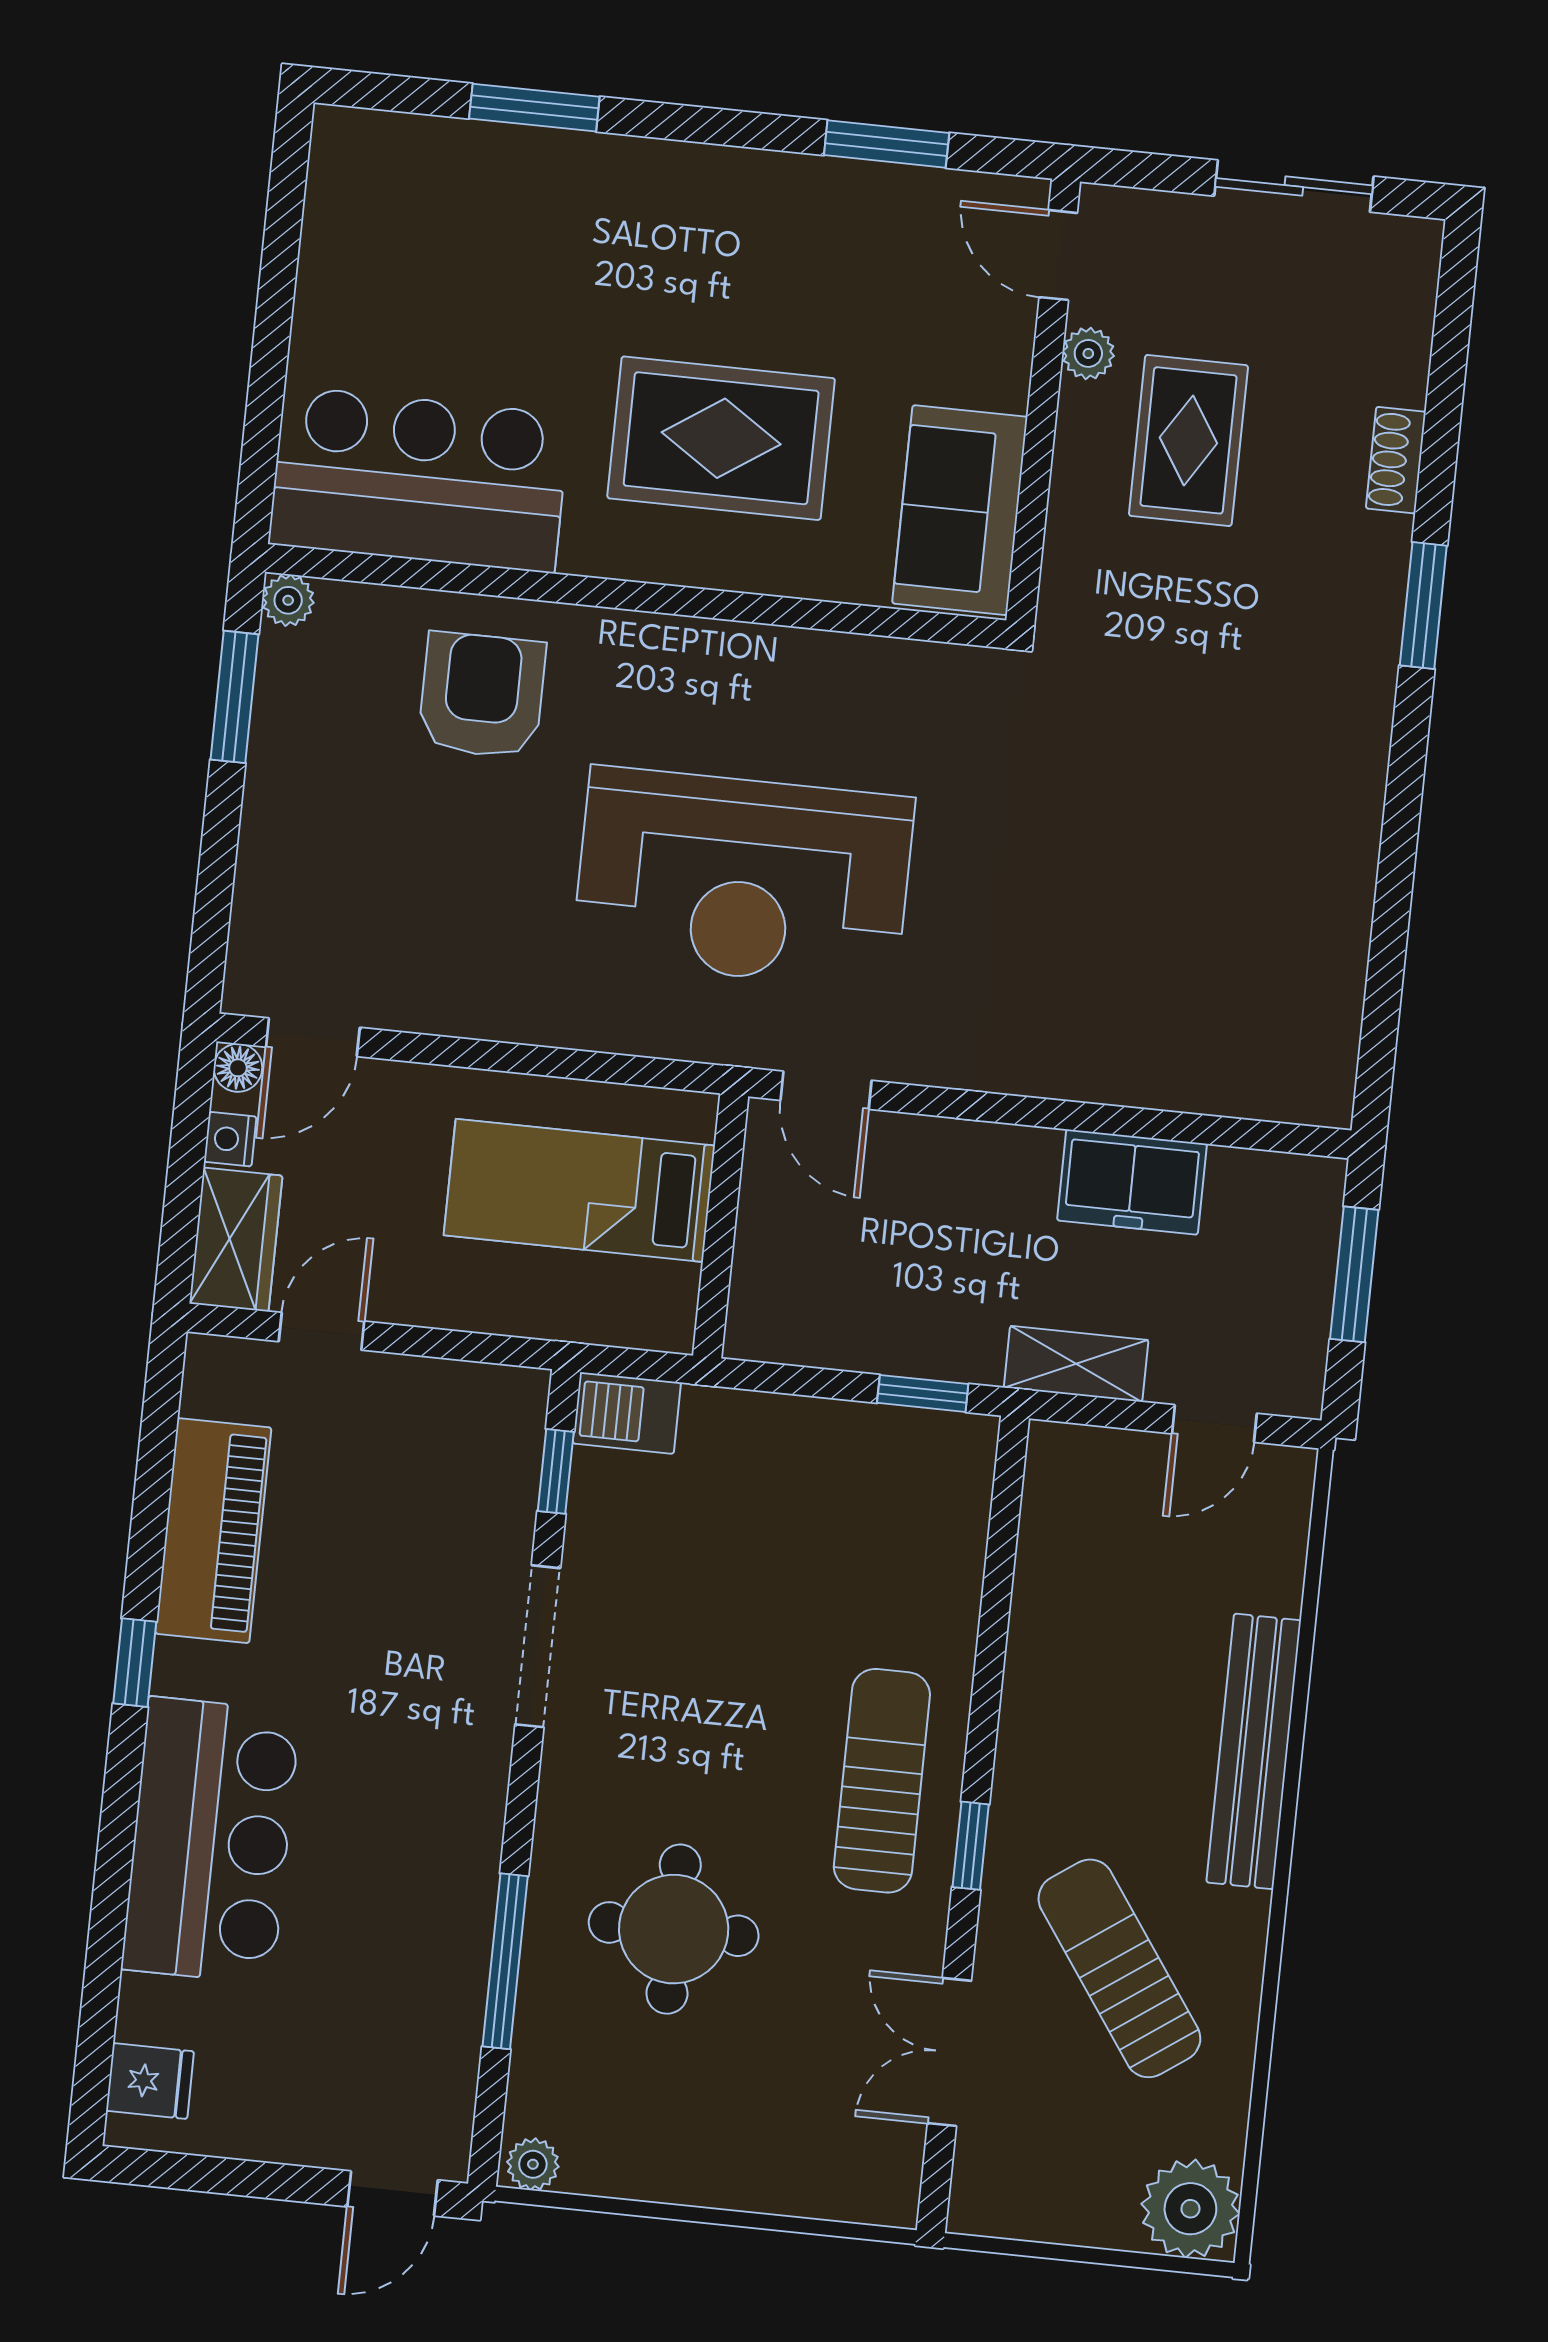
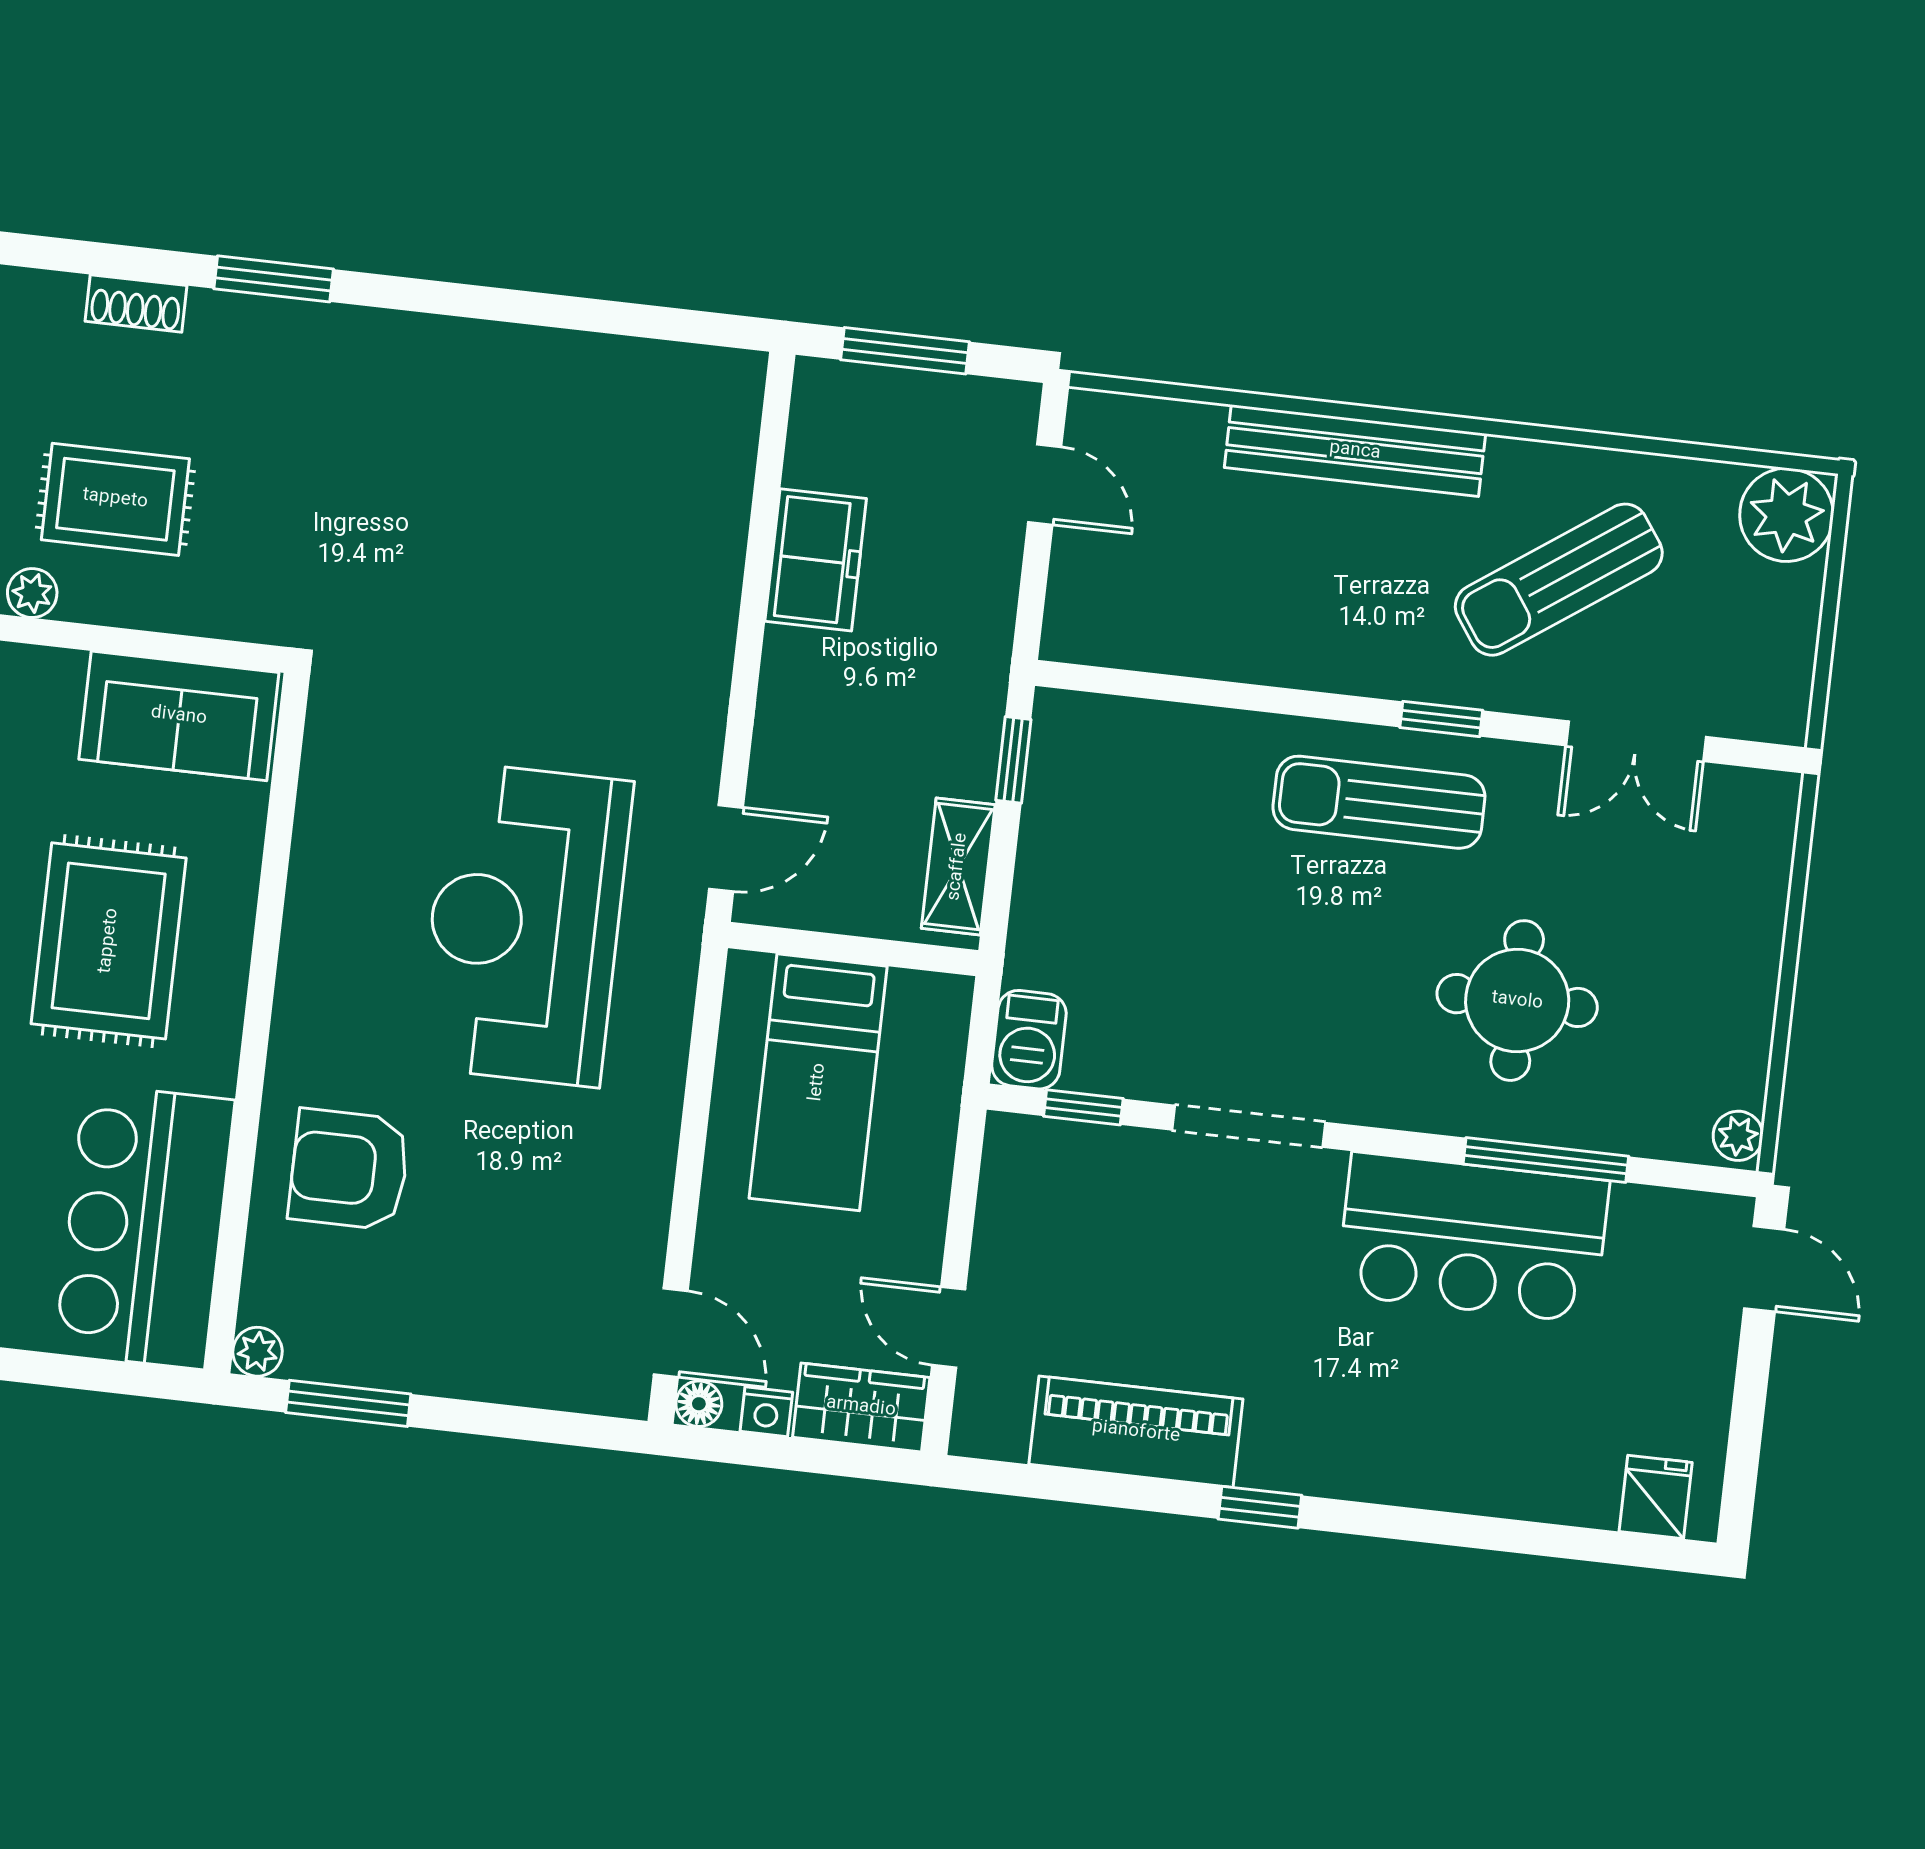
reception desk: (743, 878) -> (525, 924), turned 180
shelving: (1076, 1364) -> (958, 867), moved
bar counter: (211, 1840) -> (1473, 1238), moved, turned 180

